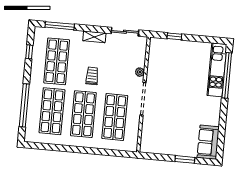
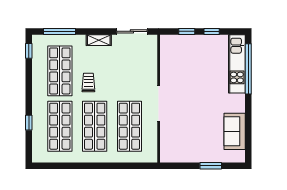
window: (197, 38) -> (212, 31), added
window: (29, 52) -> (29, 51), moved
plant: (140, 72) -> (152, 74), removed
trolley: (92, 76) -> (88, 82), moved
window: (24, 105) -> (29, 123), width x0.32
sofa: (208, 142) -> (235, 131), moved

